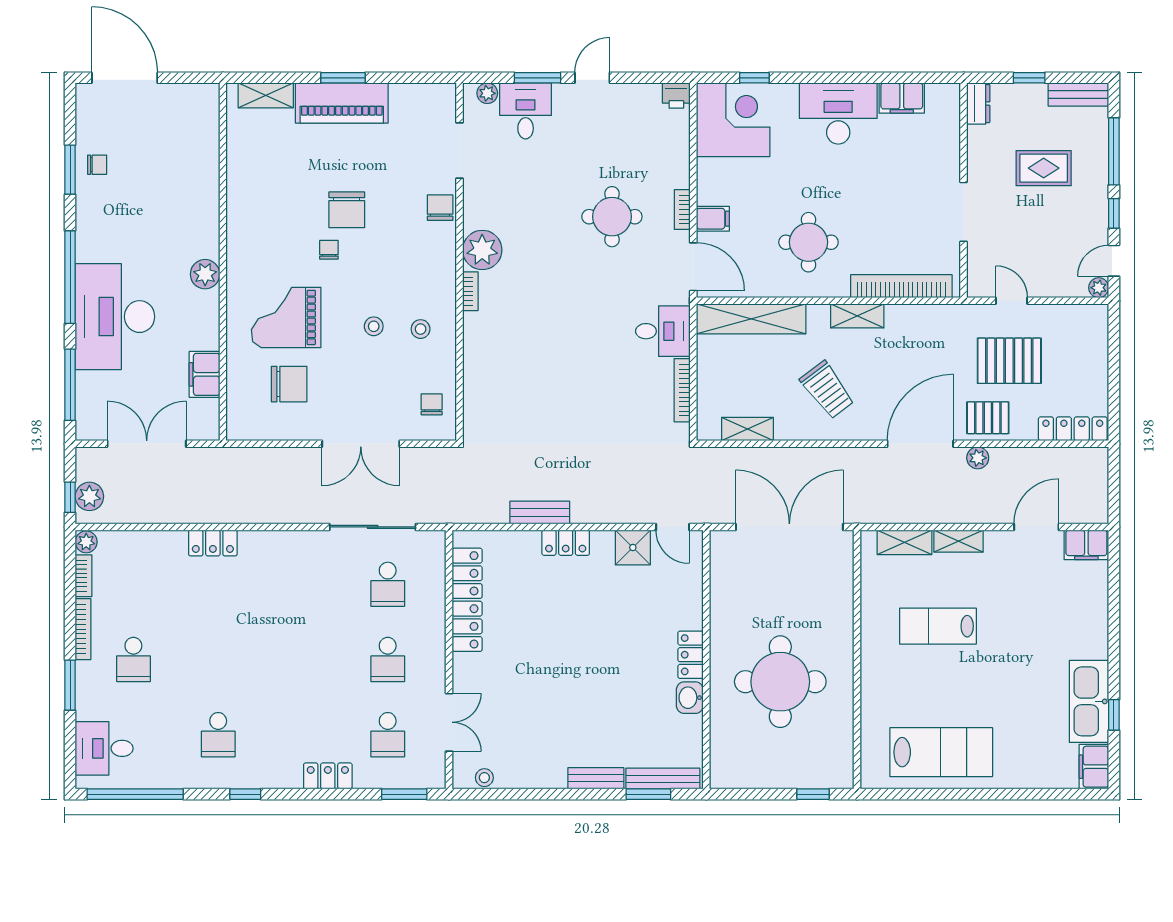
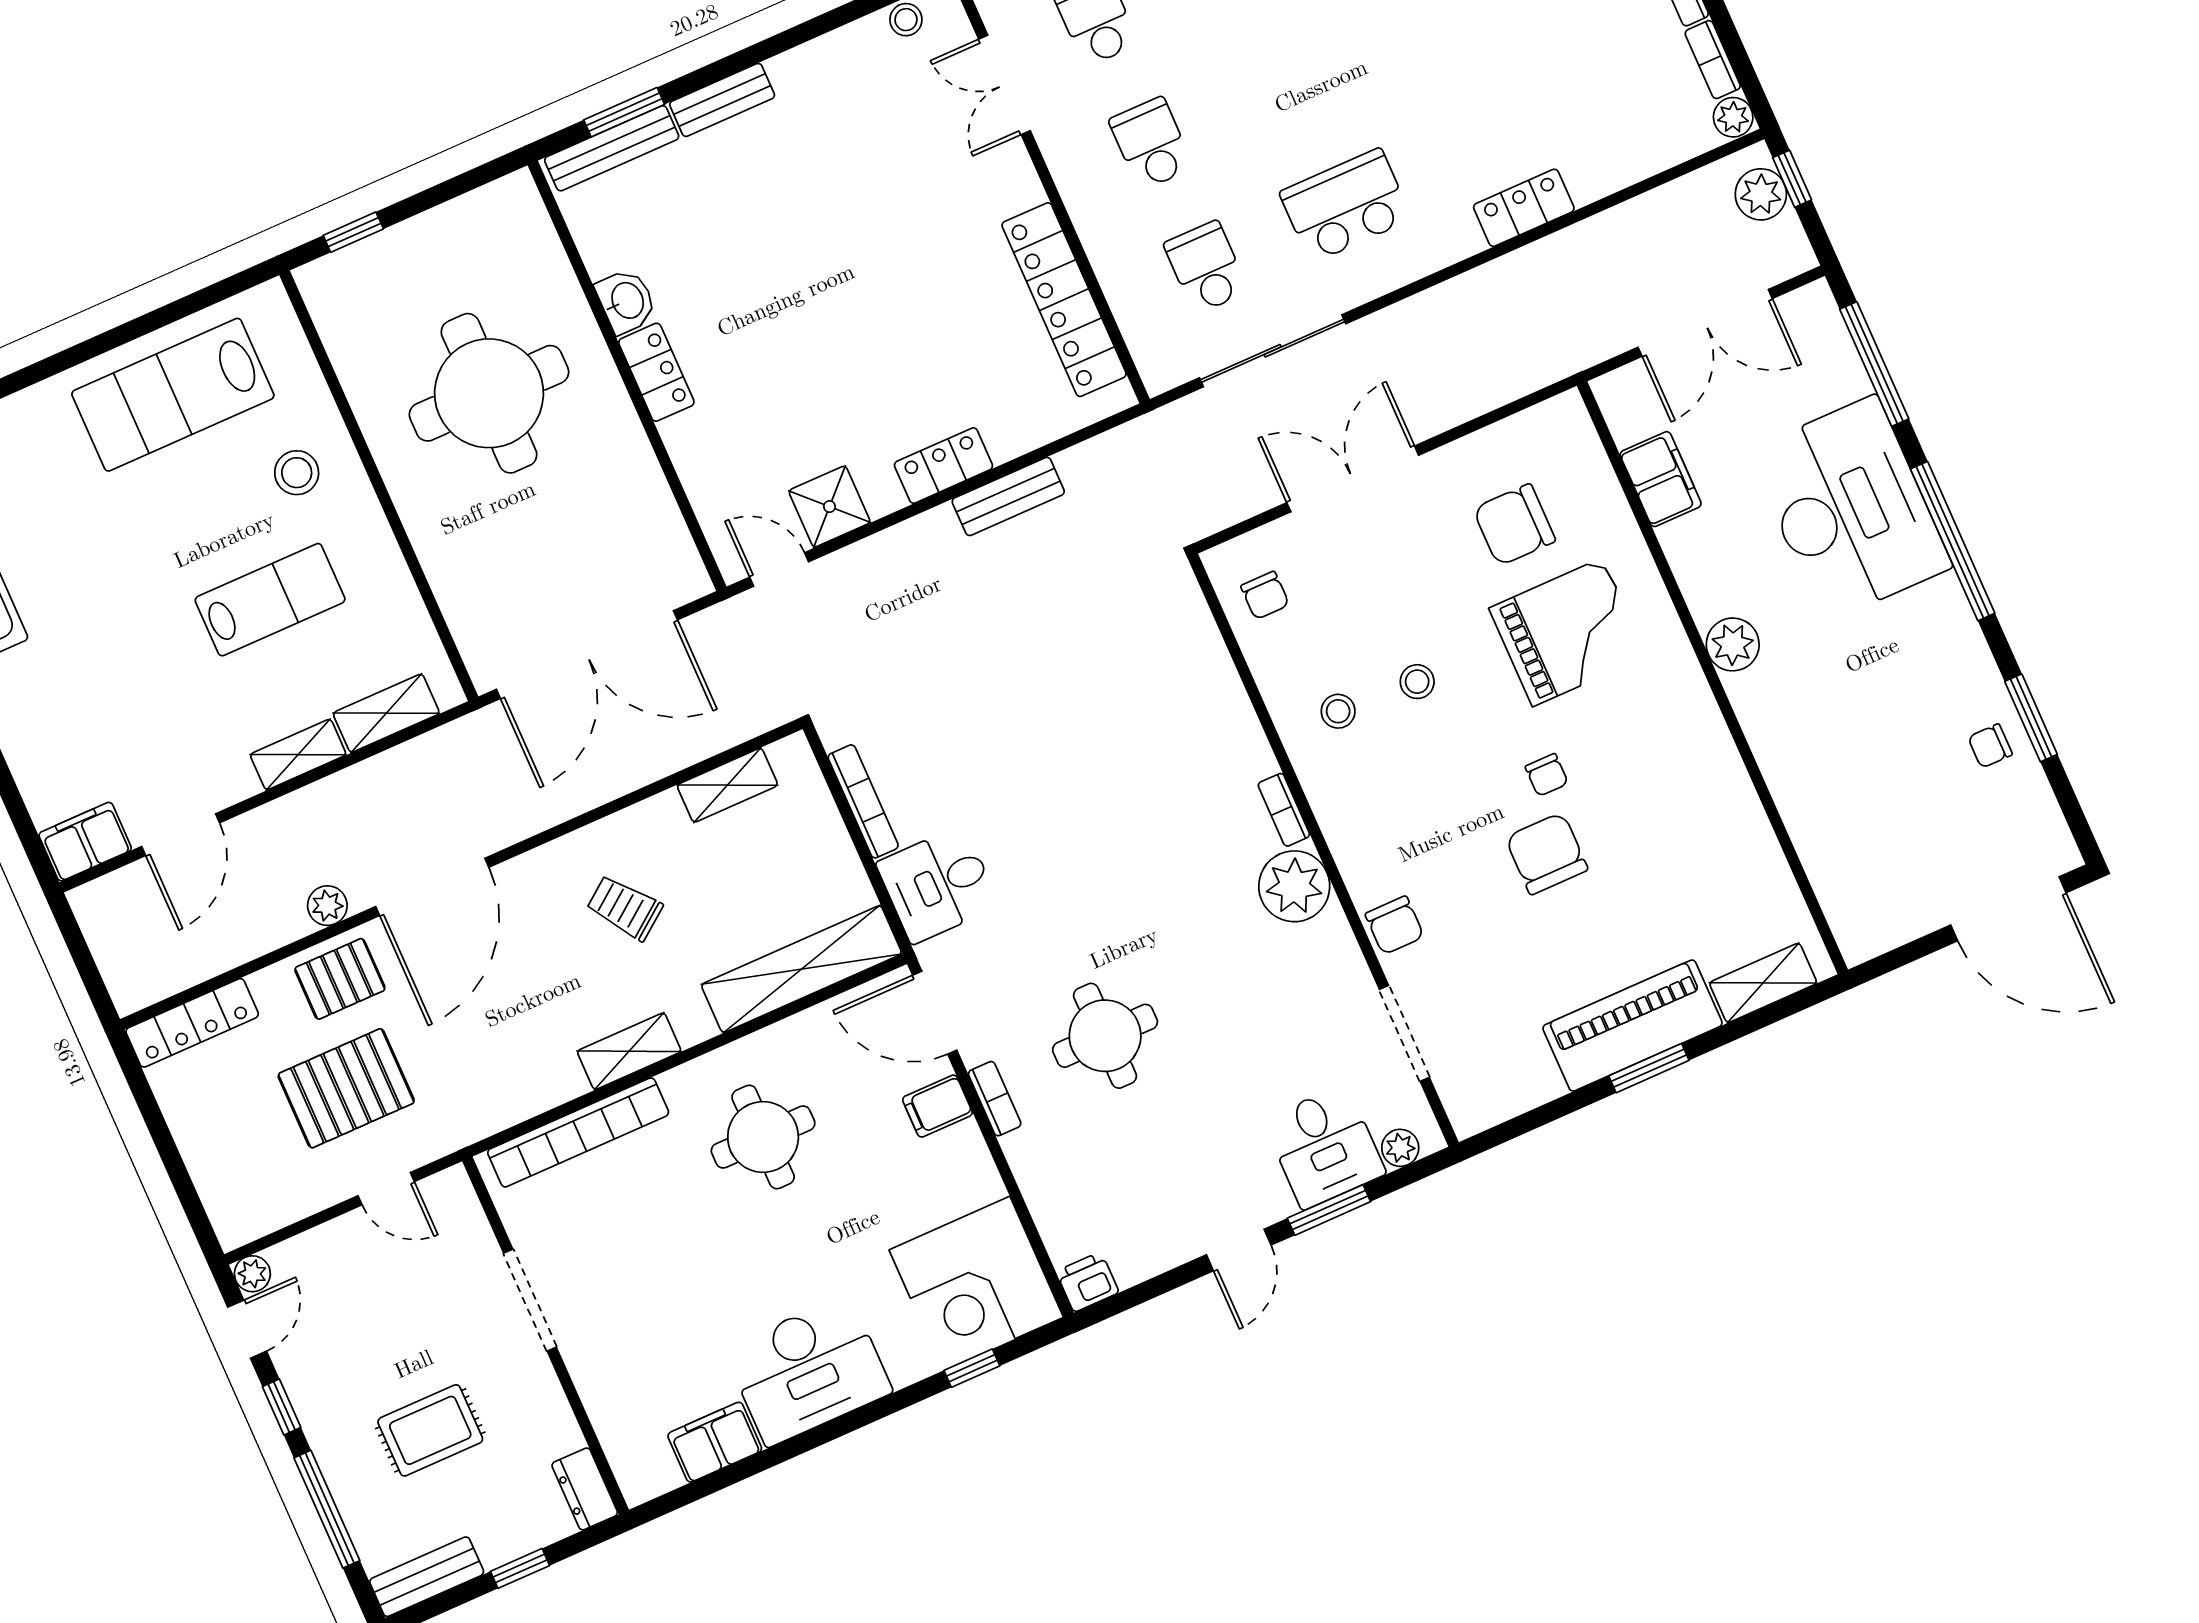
trolley: (827, 390) -> (625, 908), width x0.73, depth x0.72
school desk: (303, 584) -> (1346, 206), added
stool: (896, 685) -> (297, 473), added

